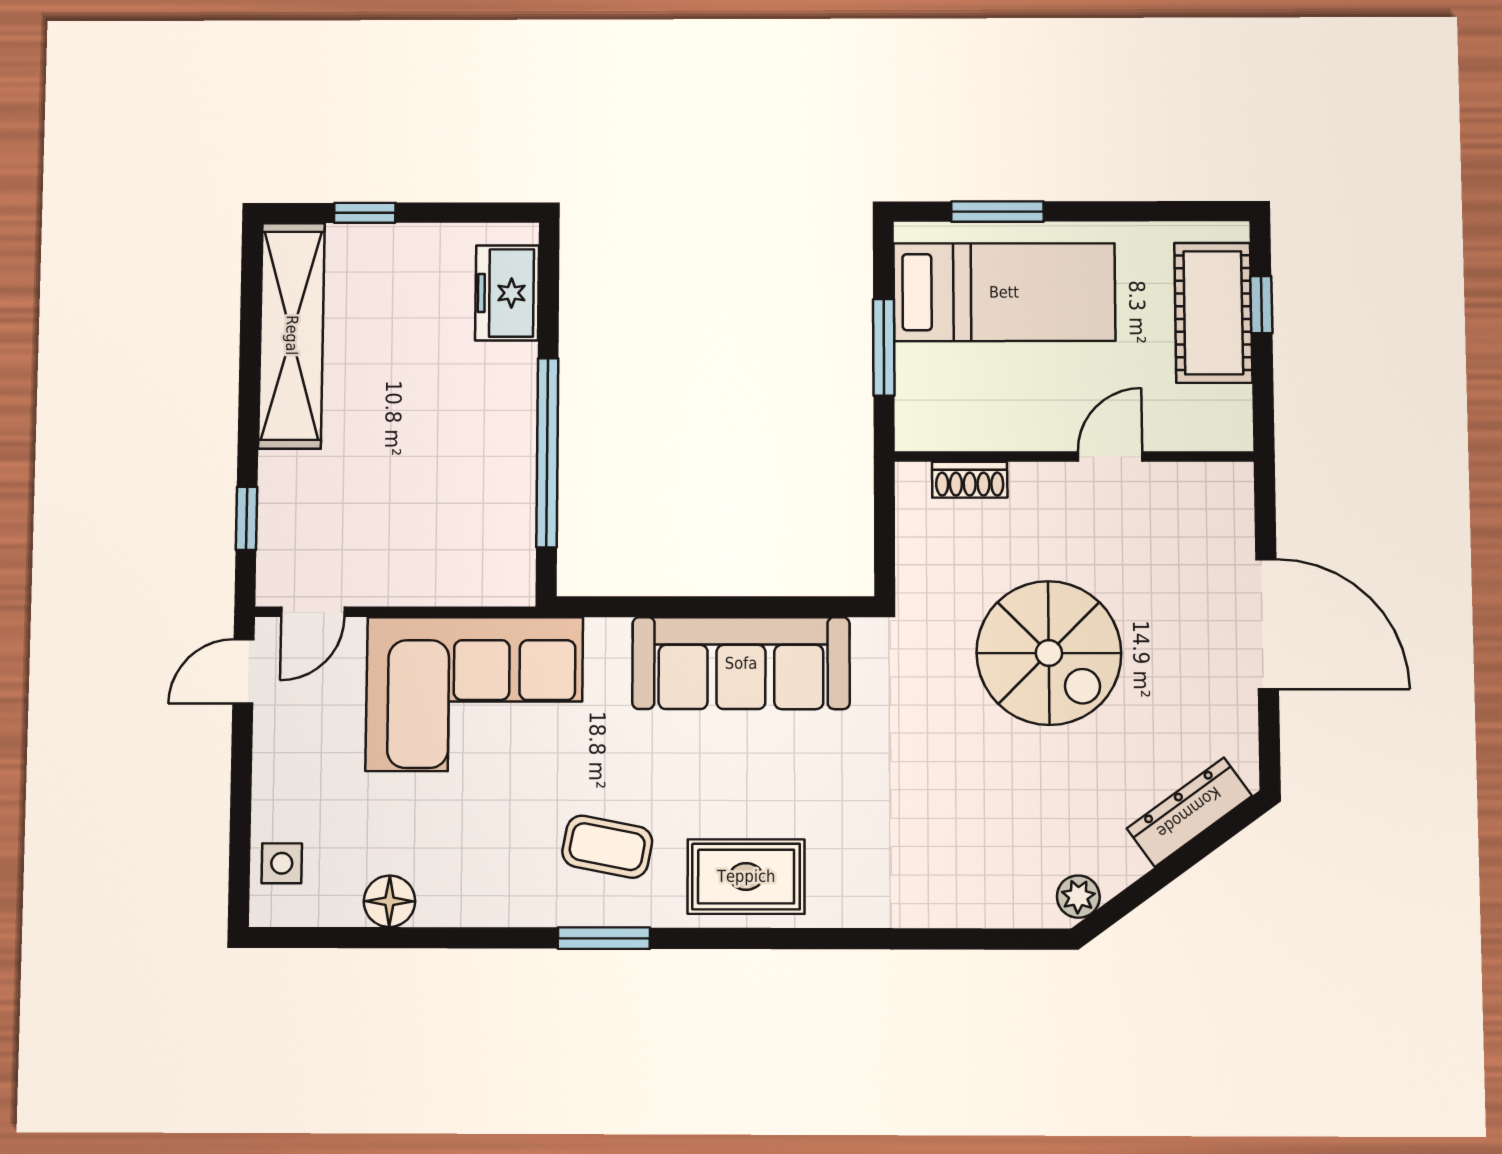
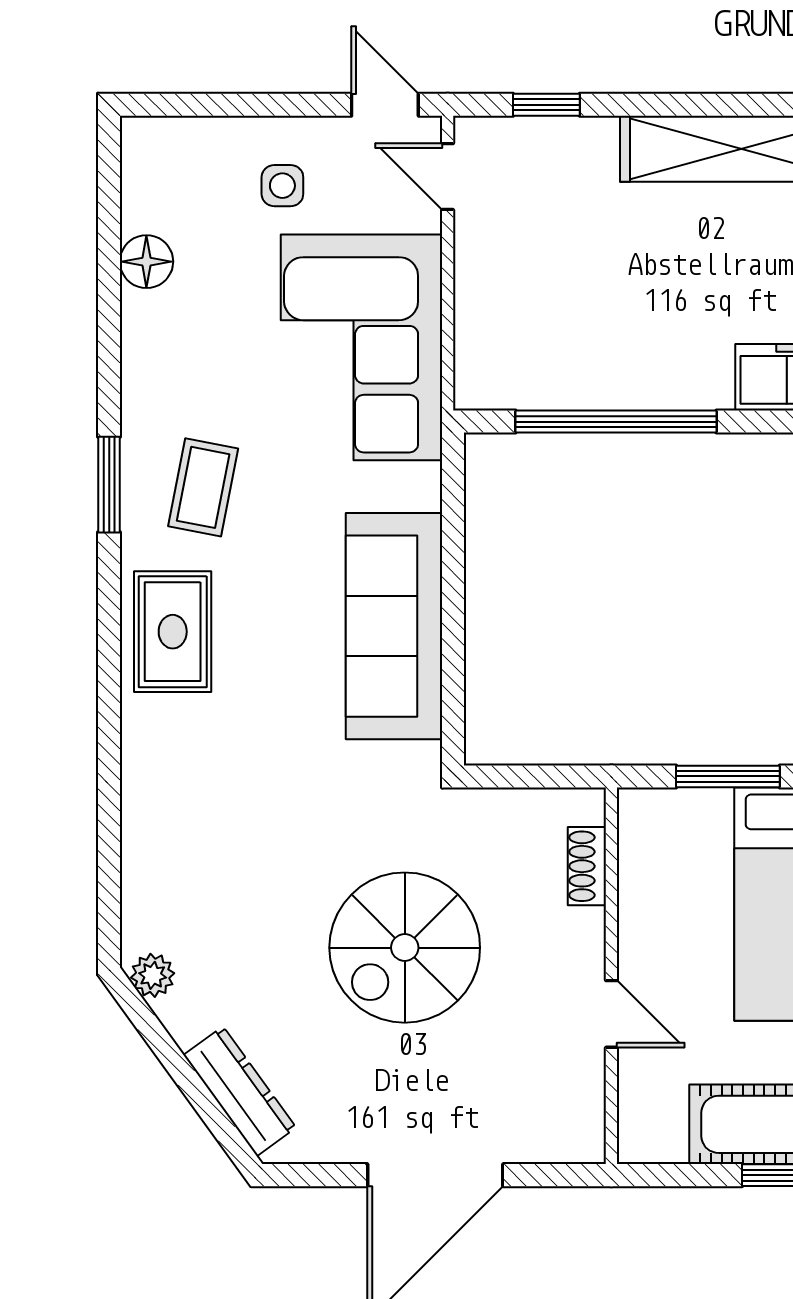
side table: (282, 863) -> (282, 186), moved

